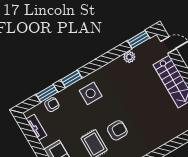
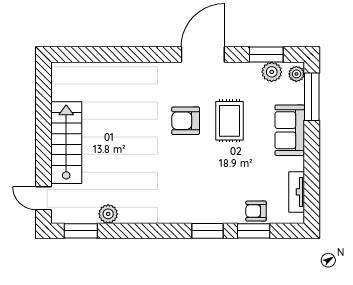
side table: (91, 93) -> (192, 195), removed

